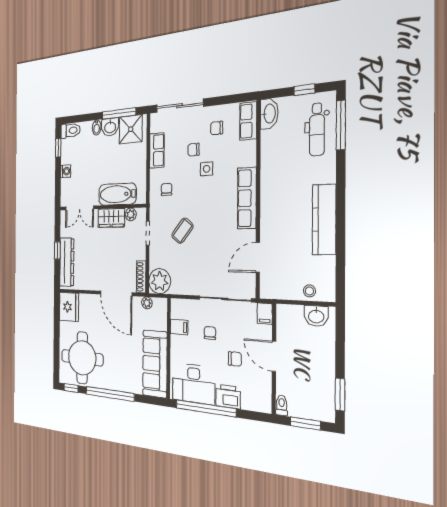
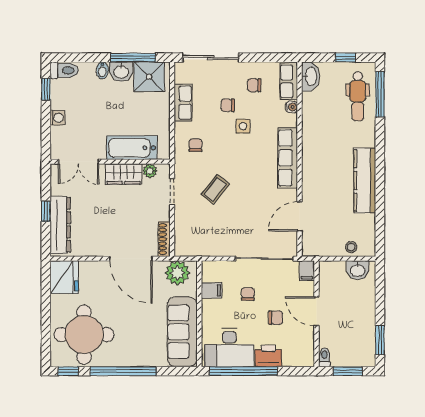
water cooler: (251, 147) -> (292, 107), added
plant: (160, 281) -> (188, 243), removed
plant: (147, 303) -> (177, 273), width x1.87, depth x1.87

